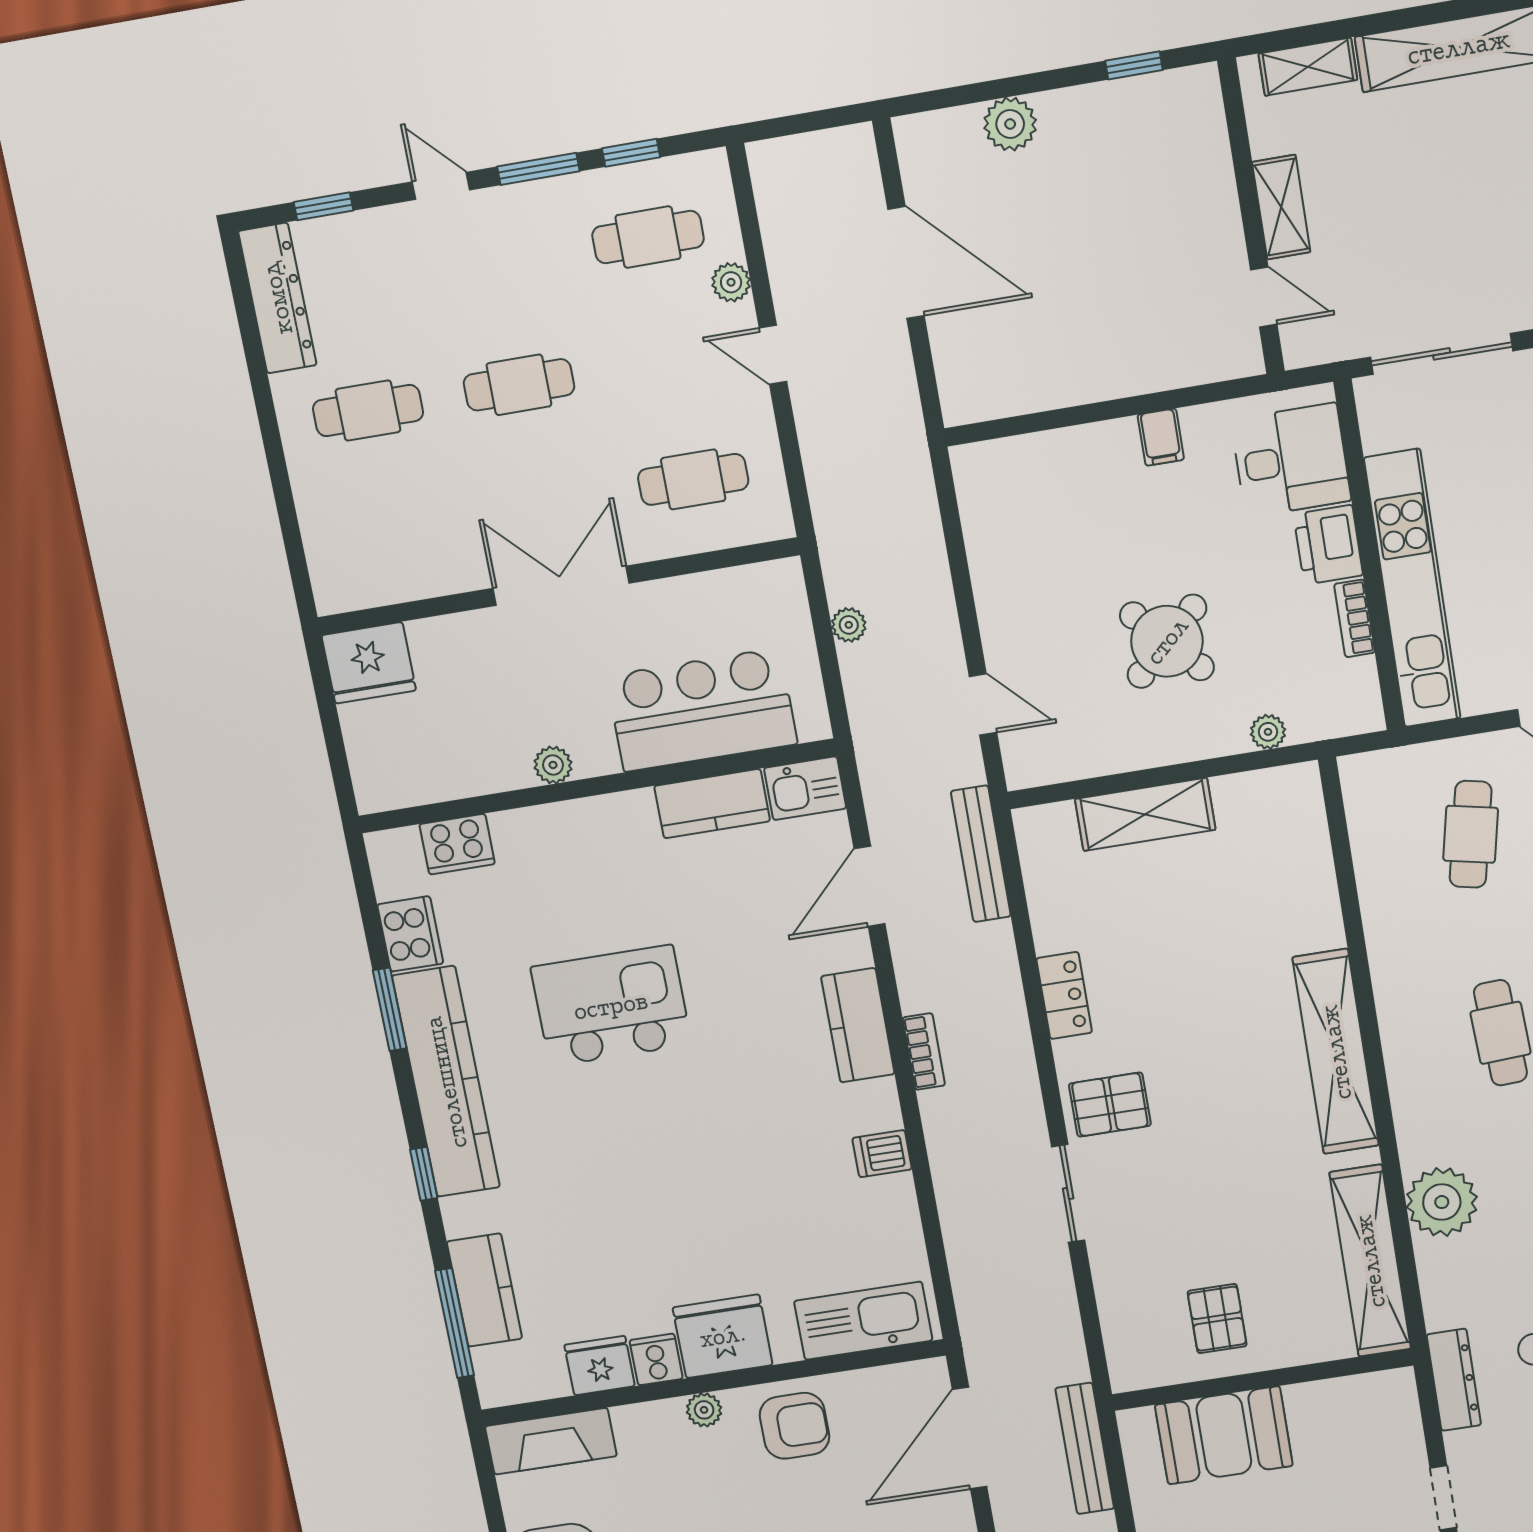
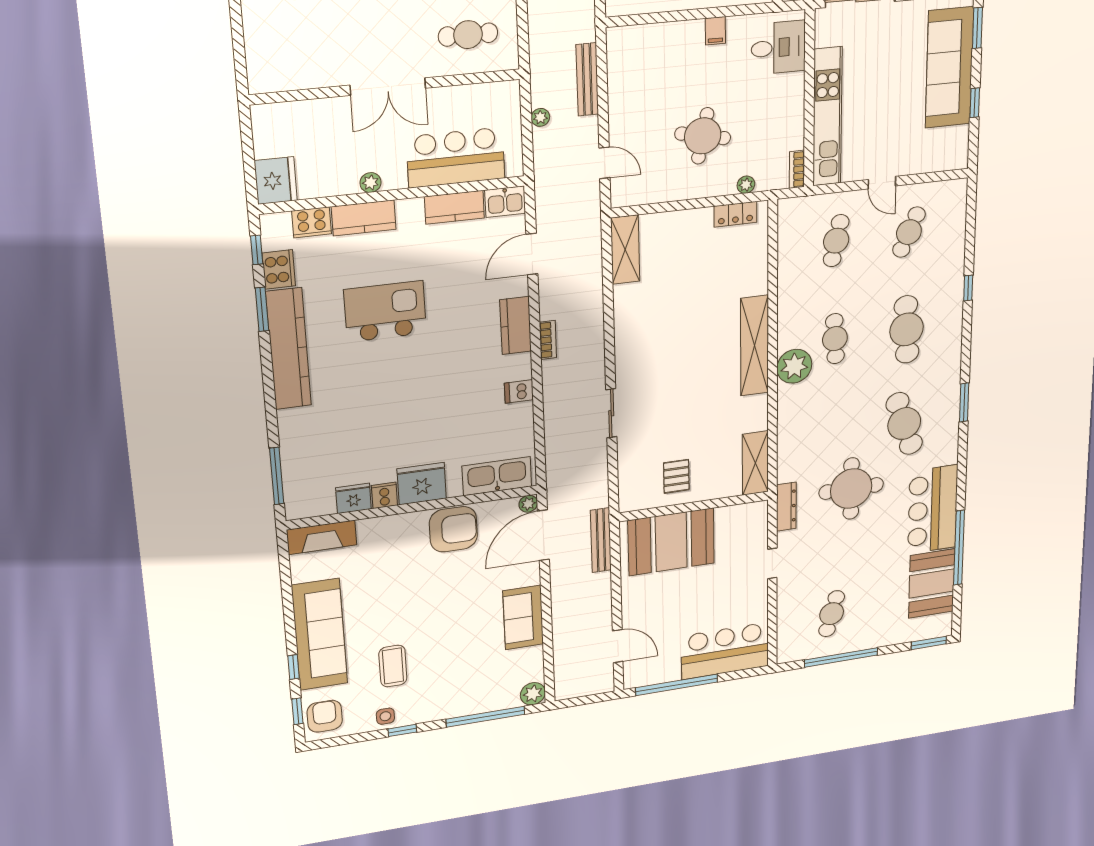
printer: (1328, 545) -> (790, 92), removed
double door: (561, 586) -> (388, 87), swing flipped
bookcase: (1355, 618) -> (797, 169), moved
round table: (1167, 641) -> (703, 136), turned -35
fridge: (369, 663) -> (276, 181), moved, turned -90
shelving: (1145, 814) -> (625, 250), moved, turned 90
bench: (981, 854) -> (587, 79), moved
locker: (1064, 995) -> (735, 214), moved, turned 90
pallet: (1110, 1105) -> (639, 369), removed
window: (424, 1174) -> (257, 250), moved
plant: (1442, 1202) -> (794, 366), moved
shelving: (1370, 1261) -> (755, 463), width x0.68
kitchen counter: (485, 1290) -> (364, 218), moved, turned 90
plant: (704, 1410) -> (528, 504), moved
armchair: (795, 1426) -> (453, 529), width x1.36, depth x1.36
booth: (1224, 1435) -> (671, 542), width x1.36, depth x1.42

